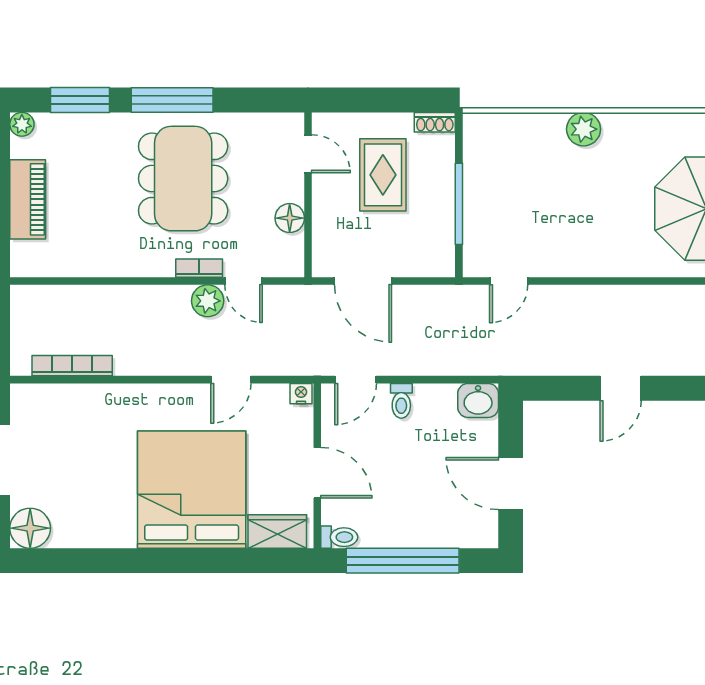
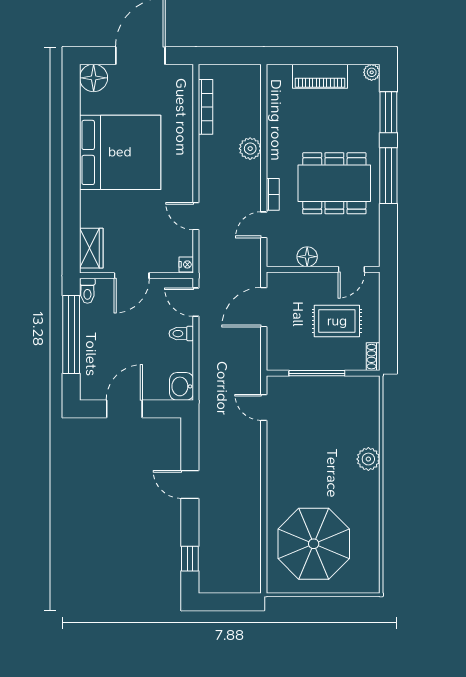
plant: (208, 301) -> (250, 149), moved
bed: (192, 490) -> (120, 152), moved

